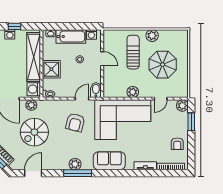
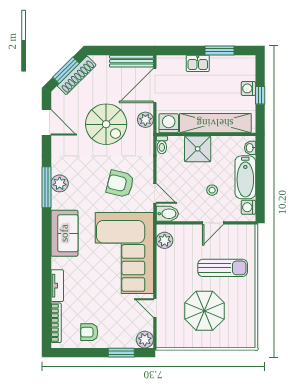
plant: (152, 36) -> (247, 296), removed
plant: (133, 92) -> (165, 240), moved
spiral stairs: (34, 132) -> (106, 124), turned 180

